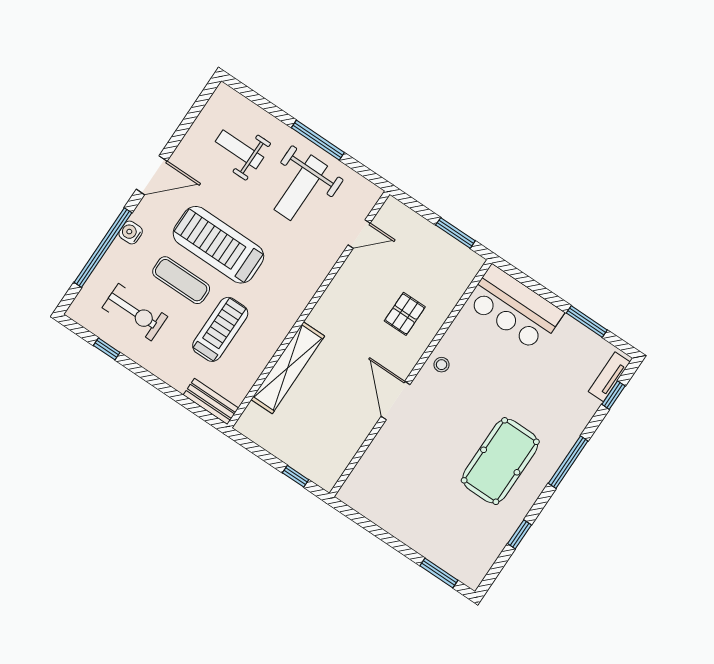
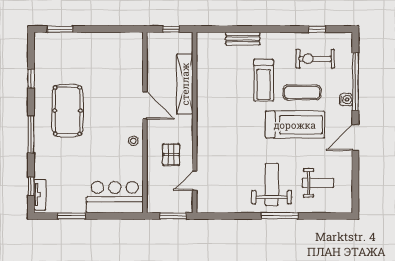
door: (359, 234) -> (195, 181), moved
wall: (308, 309) -> (195, 122), moved
shelving: (288, 368) -> (185, 84), moved

